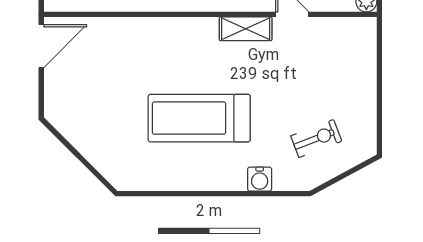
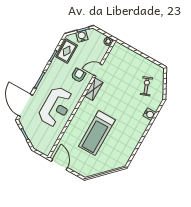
treadmill: (199, 118) -> (97, 133), moved

